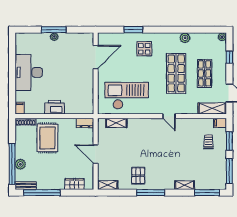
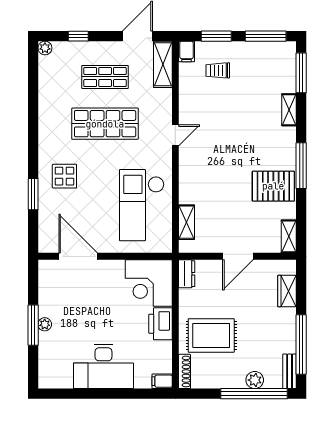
plant: (185, 38) -> (46, 109), removed
corner desk: (79, 100) -> (149, 283), added
pallet: (138, 176) -> (273, 186), width x1.50, depth x1.42

